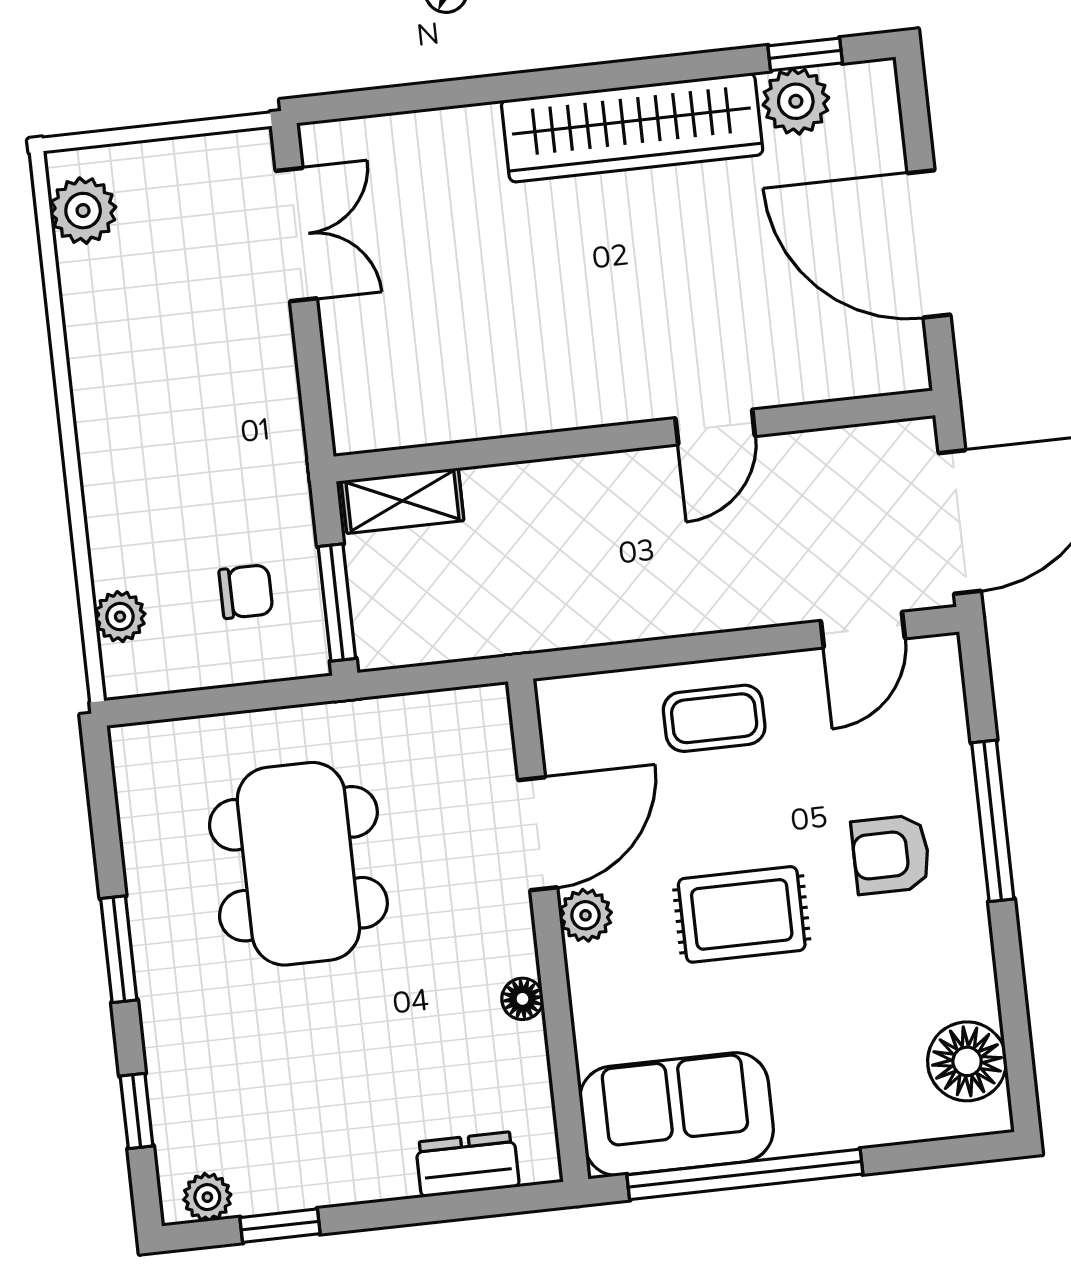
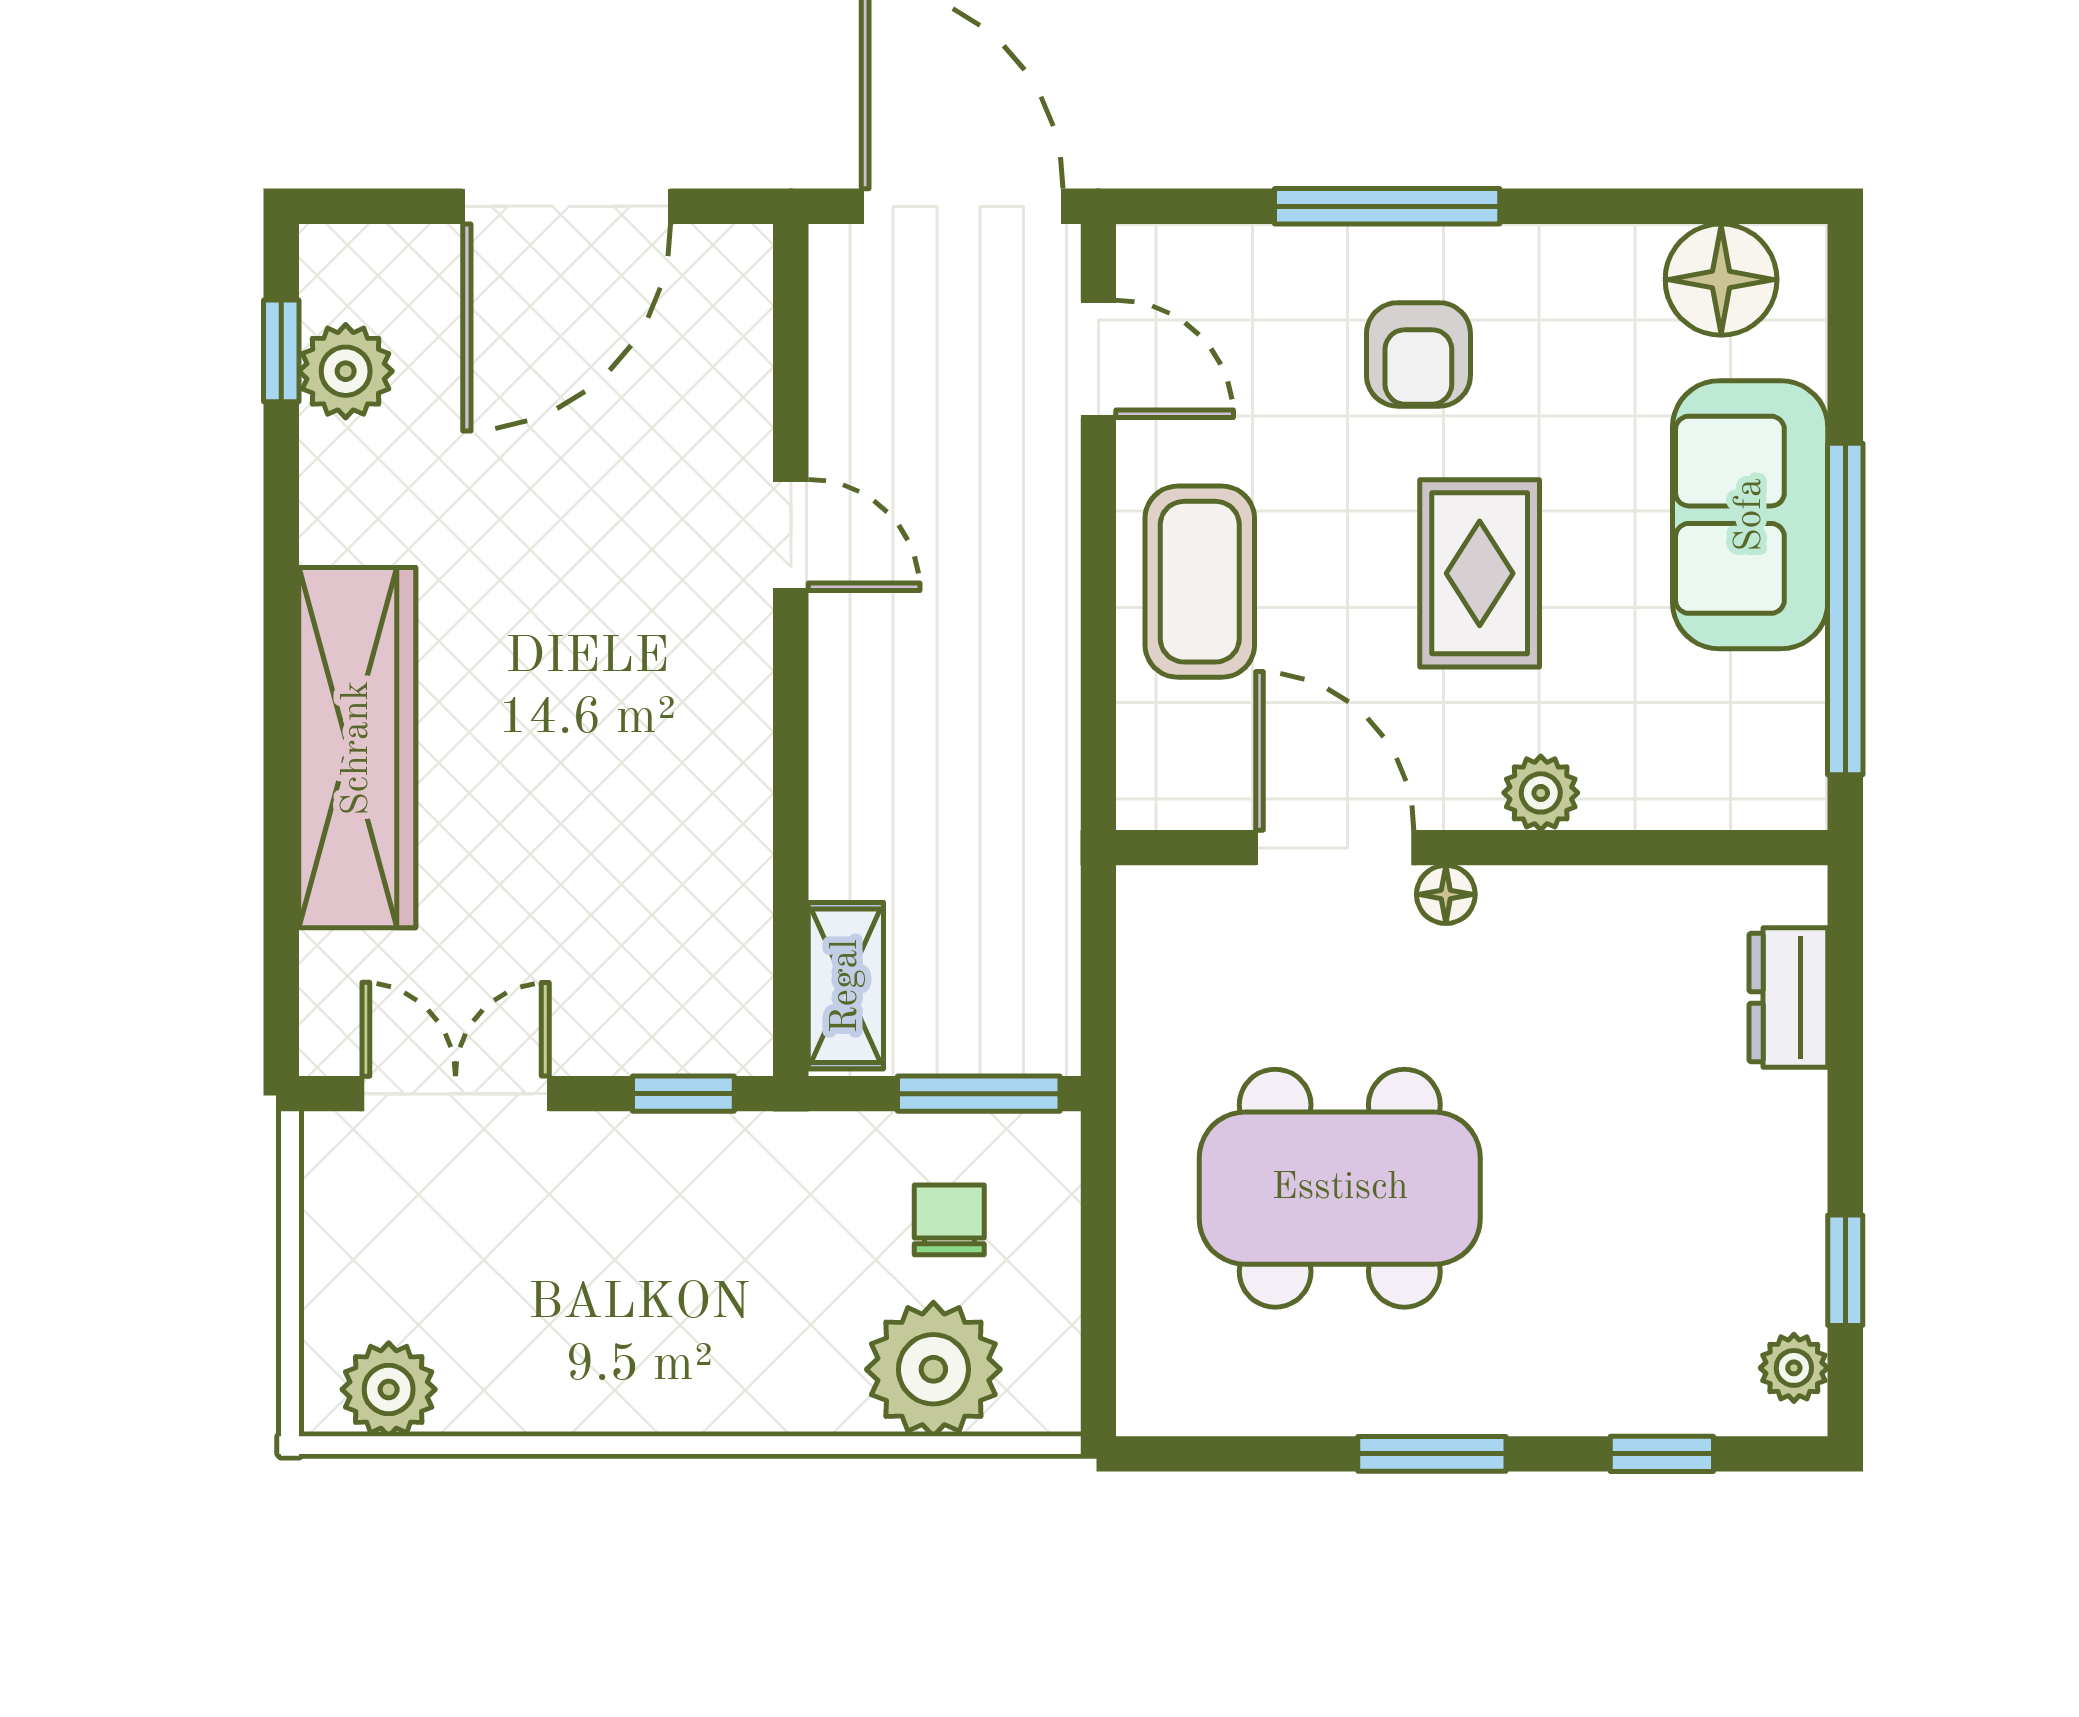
wardrobe: (632, 128) -> (357, 748), moved
window: (314, 395) -> (683, 1094), added
plant: (120, 617) -> (933, 1369), width x1.87, depth x1.87
coffee table: (714, 718) -> (1200, 582), width x1.36, depth x1.30
plant: (585, 915) -> (1541, 793), moved
floor lamp: (522, 999) -> (1446, 894), moved
sofa: (676, 1114) -> (1750, 515), moved

